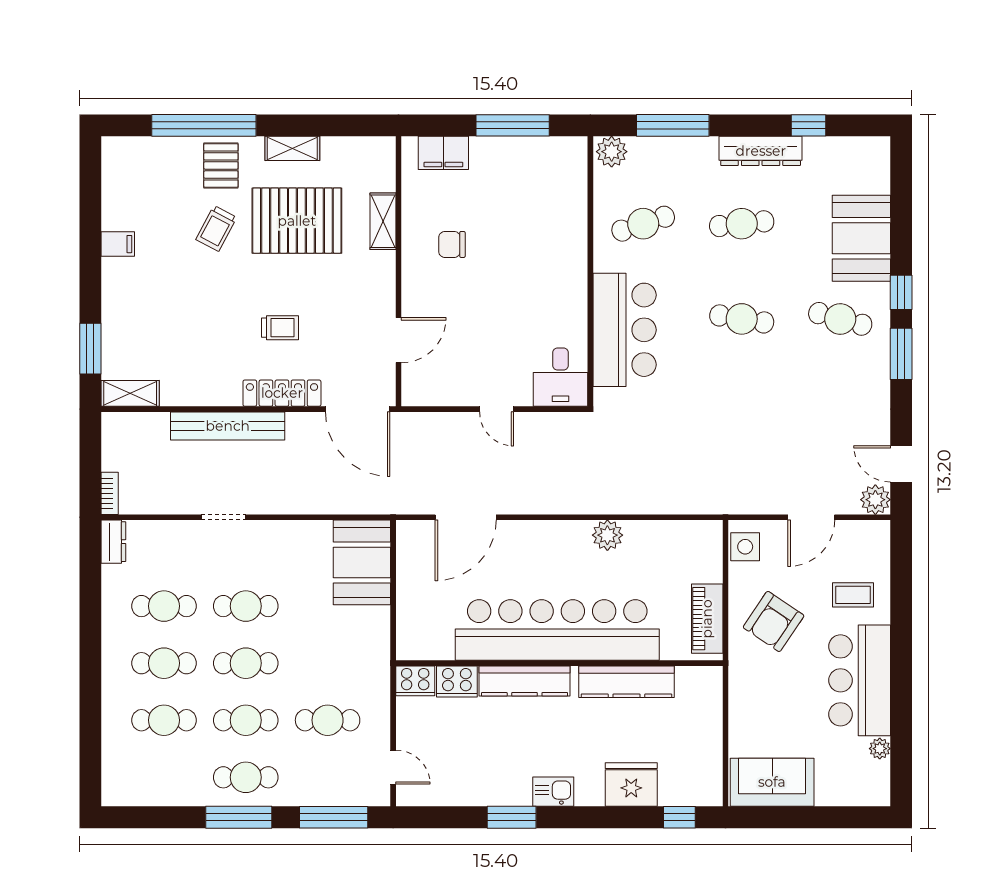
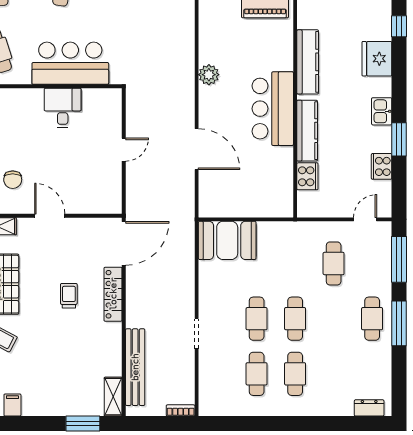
door: (398, 340) -> (50, 216), moved
desk: (561, 377) -> (63, 108), moved, turned -90
bench: (228, 426) -> (135, 367), moved
door: (466, 517) -> (197, 149), moved
dresser: (113, 542) -> (369, 408), moved
bar counter: (557, 630) -> (273, 109), width x0.54
cooker: (415, 681) -> (382, 166), moved, turned 180
cafe table: (164, 720) -> (334, 374), removed
cafe table: (246, 720) -> (334, 319), removed

